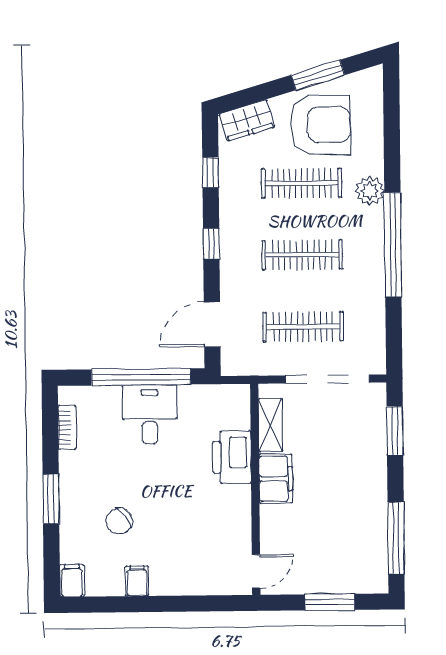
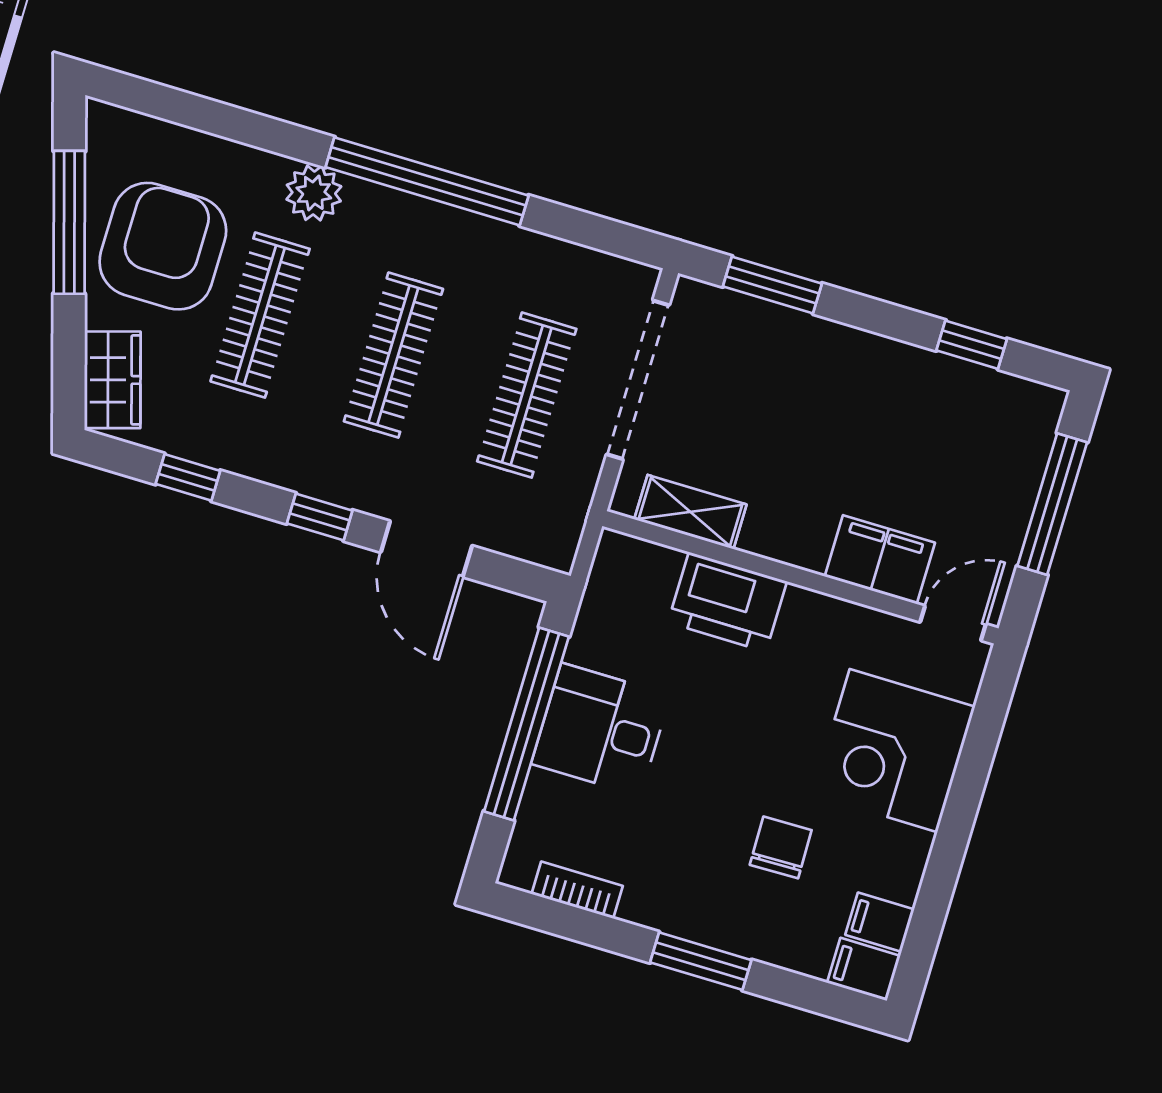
window: (318, 75) -> (69, 222), width x1.44
door: (212, 324) -> (426, 549), moved
filing cabinet: (276, 479) -> (880, 560), moved
chair: (119, 521) -> (781, 847), turned -143
window: (396, 538) -> (972, 345), width x0.46
corner desk: (184, 562) -> (894, 751), added
door: (256, 571) -> (953, 623), hinge flipped
filing cabinet: (137, 581) -> (880, 922), moved
window: (330, 602) -> (1052, 504), width x1.44

